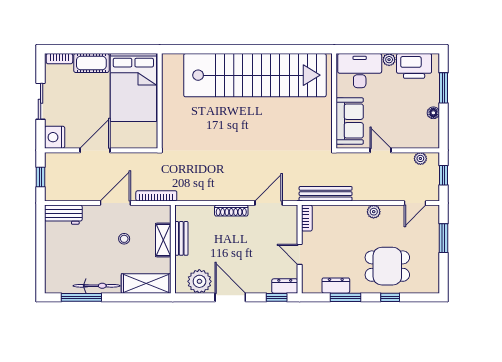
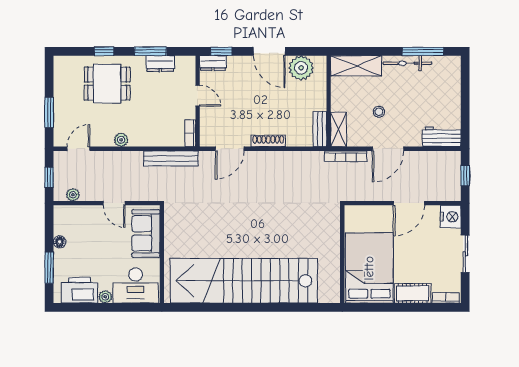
bench: (181, 238) -> (320, 129), moved
shelving: (163, 240) -> (338, 129), moved

